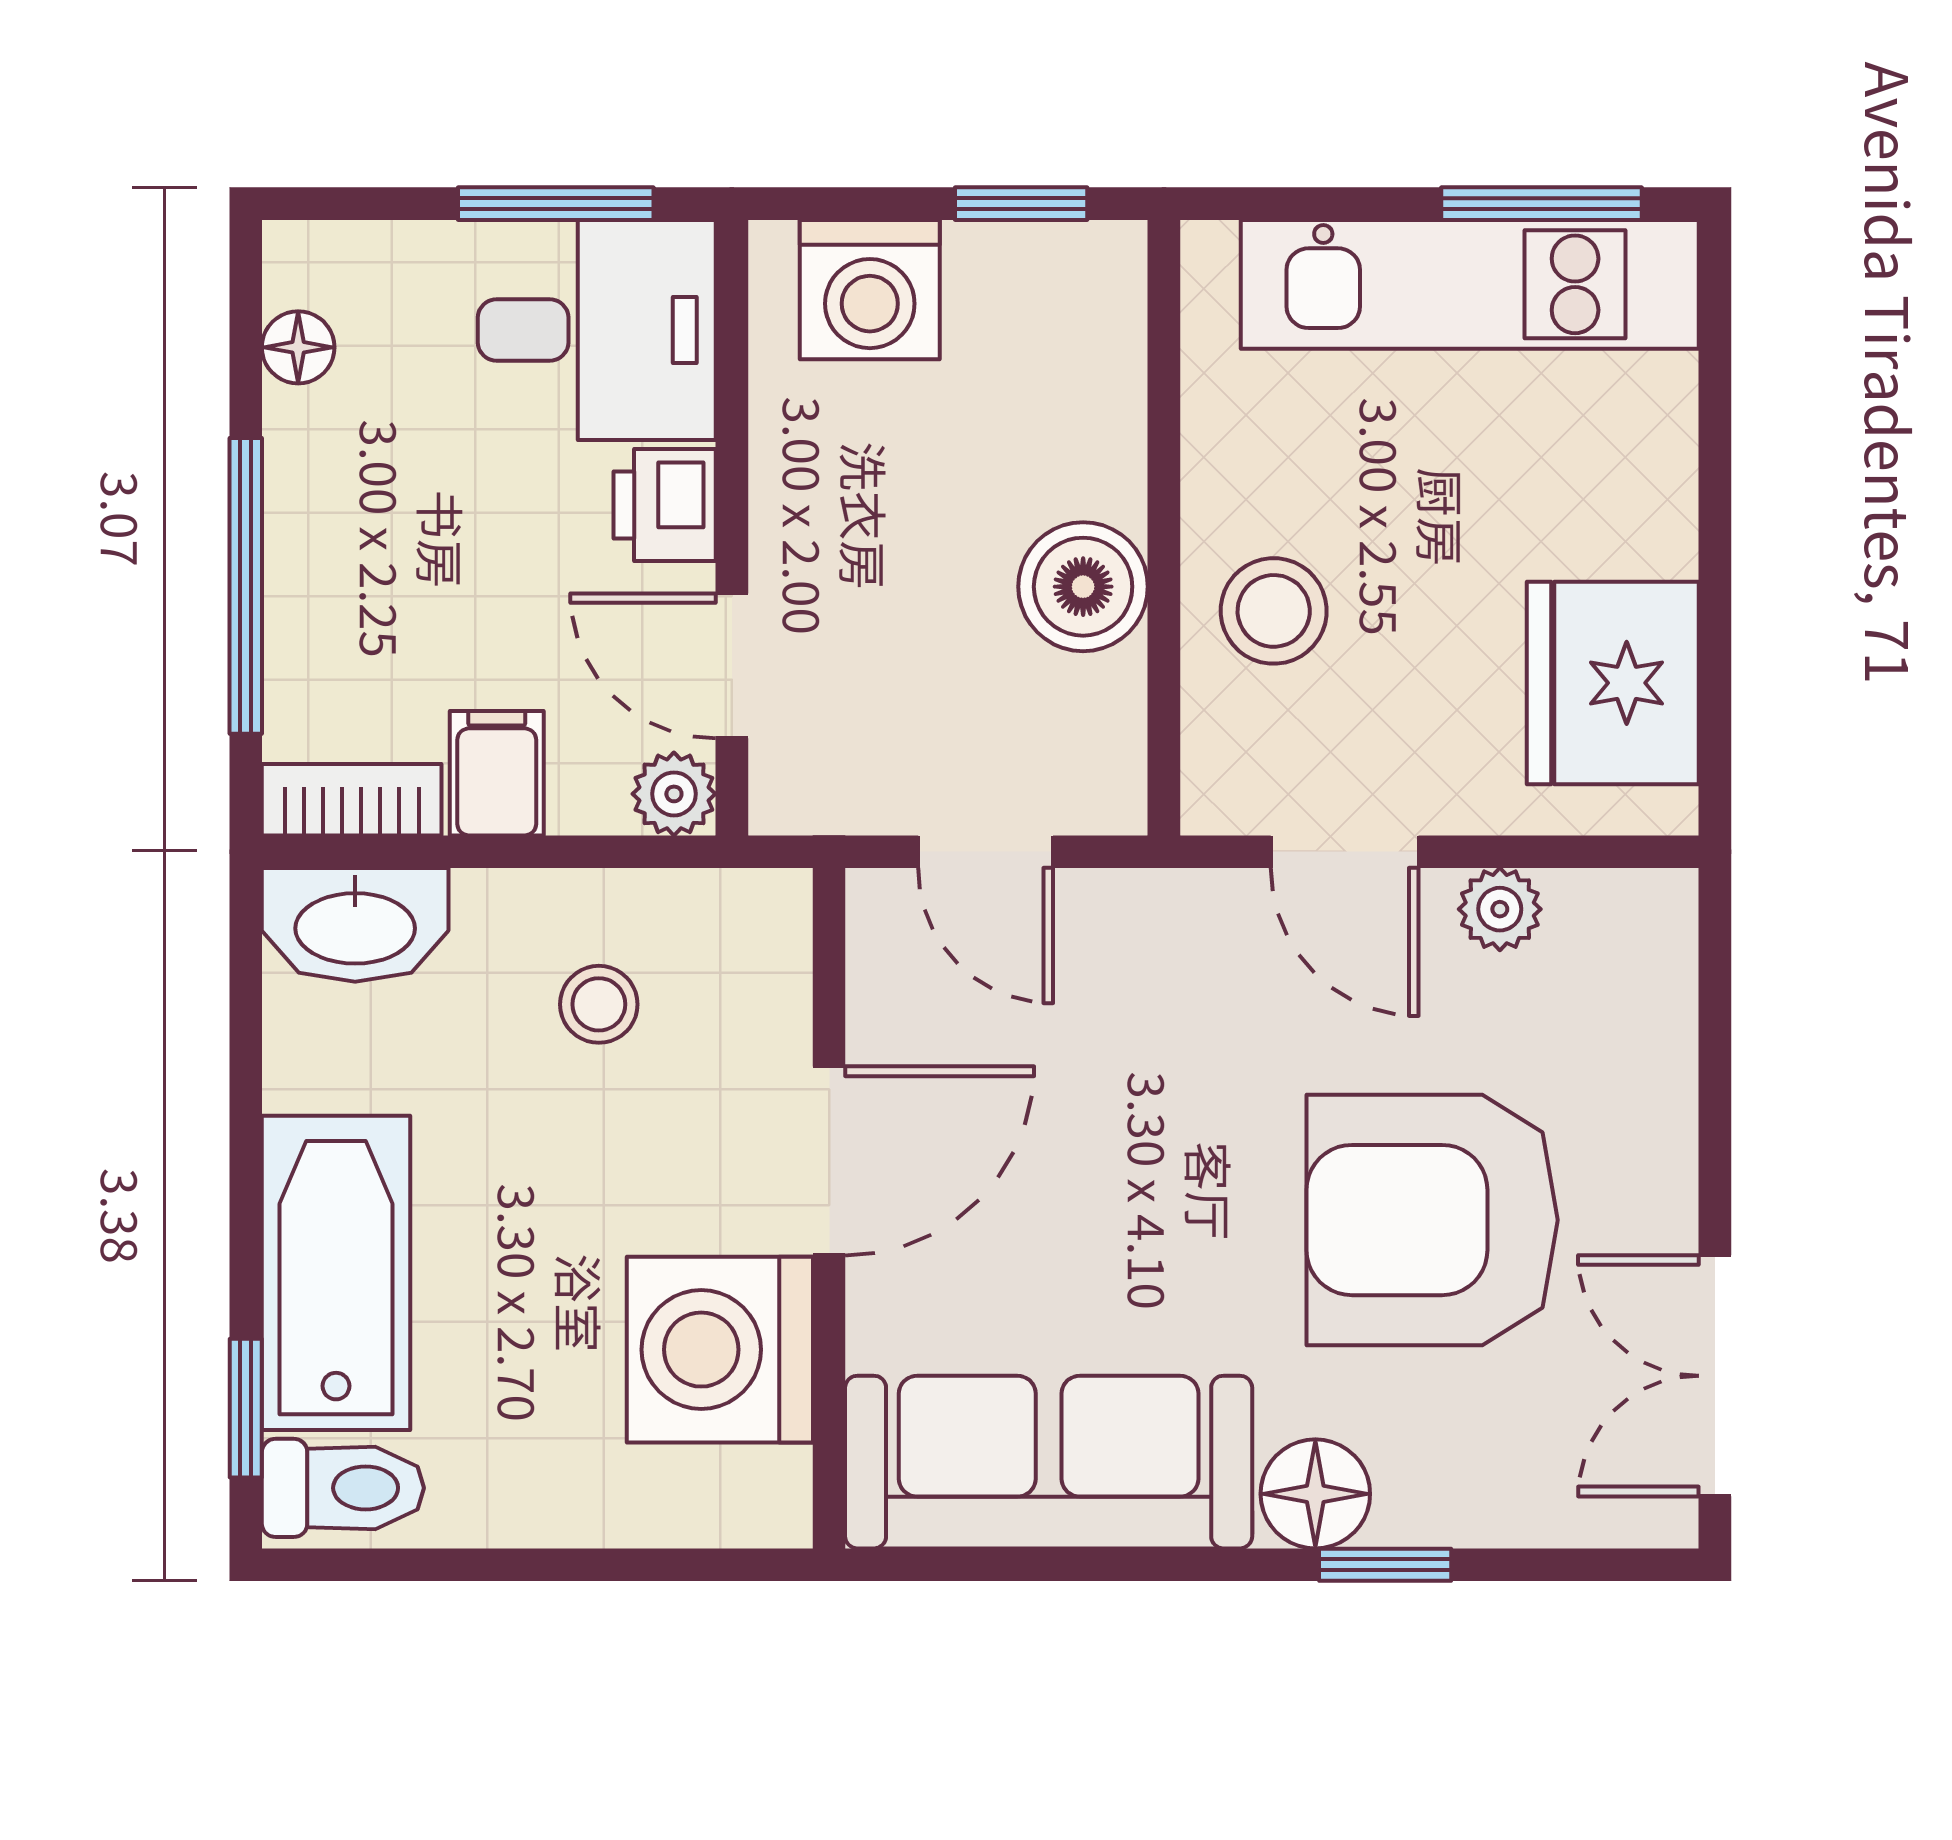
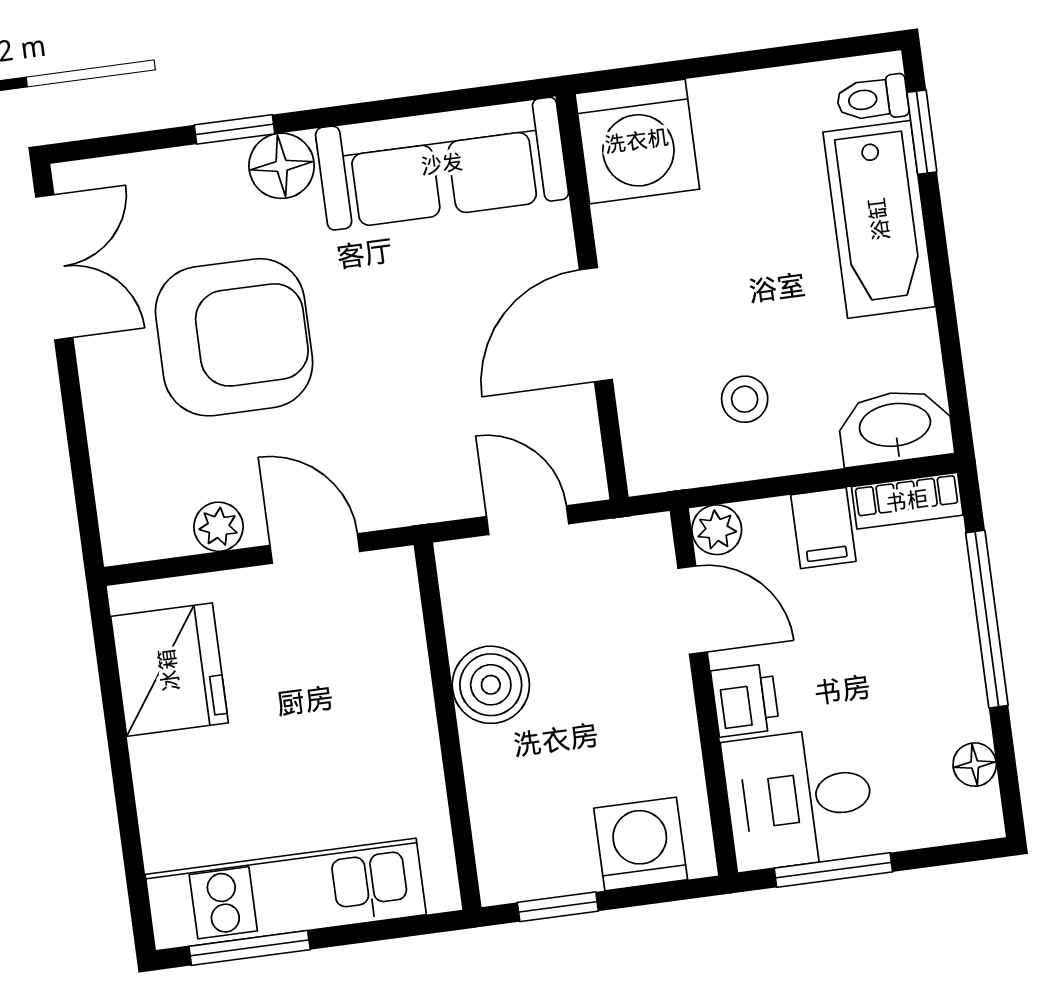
stool: (1274, 611) -> (376, 686), removed
washing machine: (720, 1350) -> (637, 141), moved, turned 90
toilet: (343, 1488) -> (872, 99), width x0.73, depth x0.72

